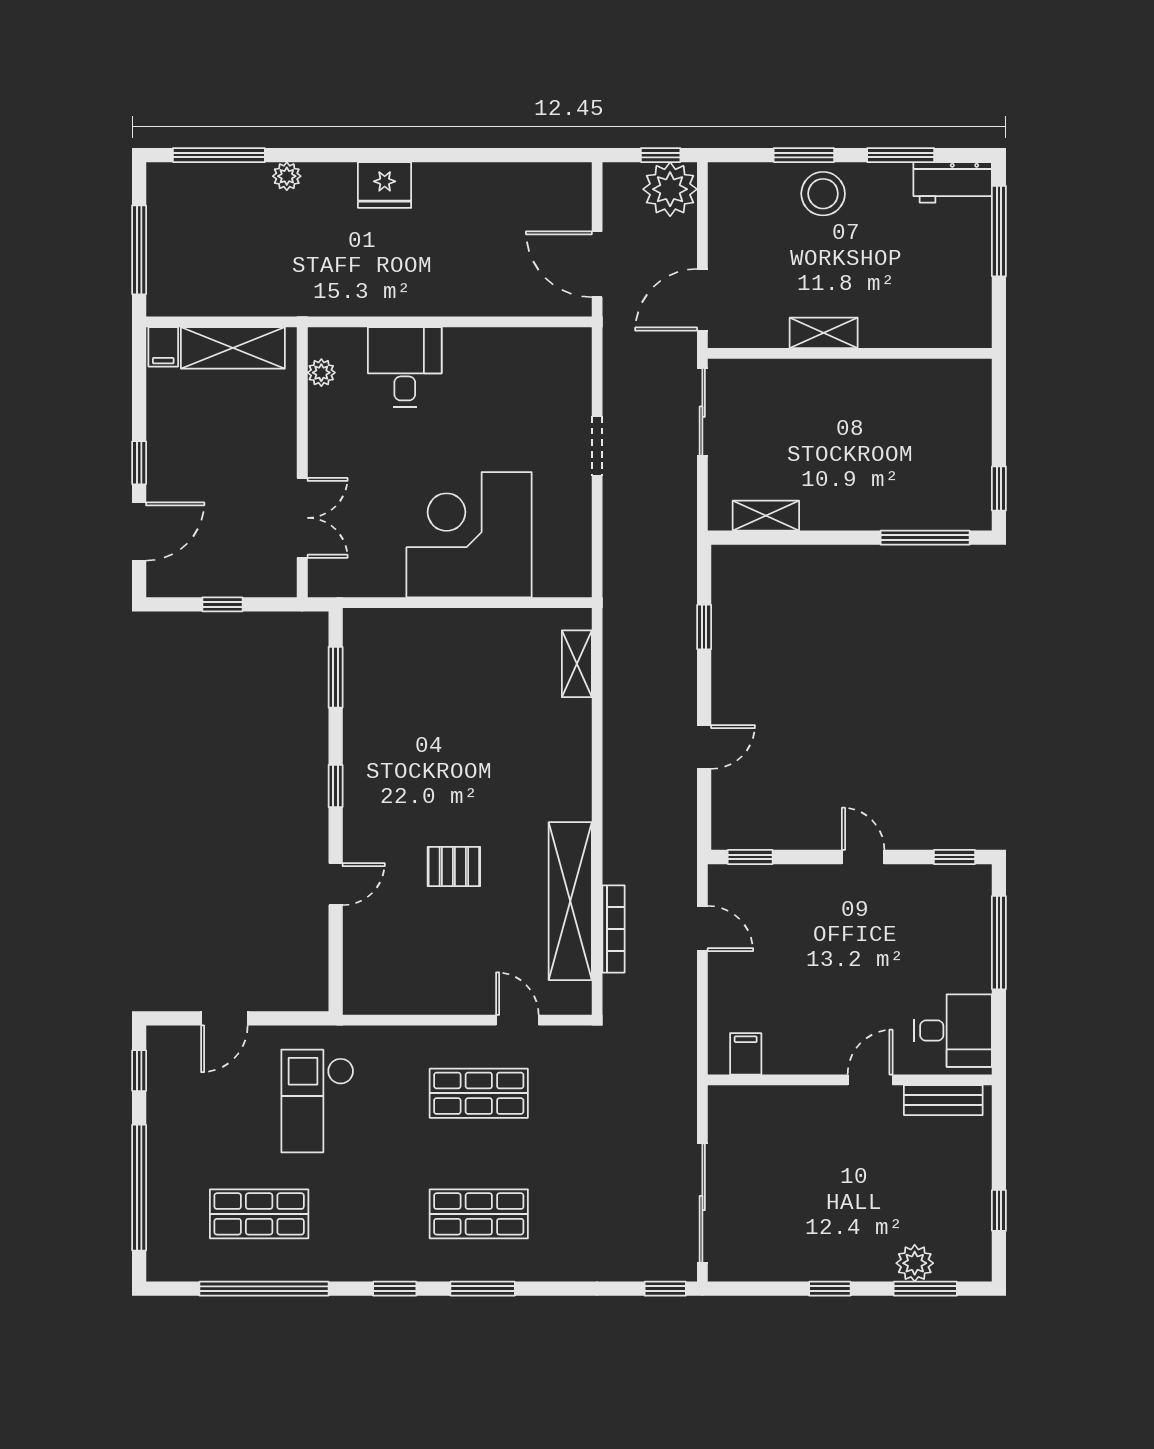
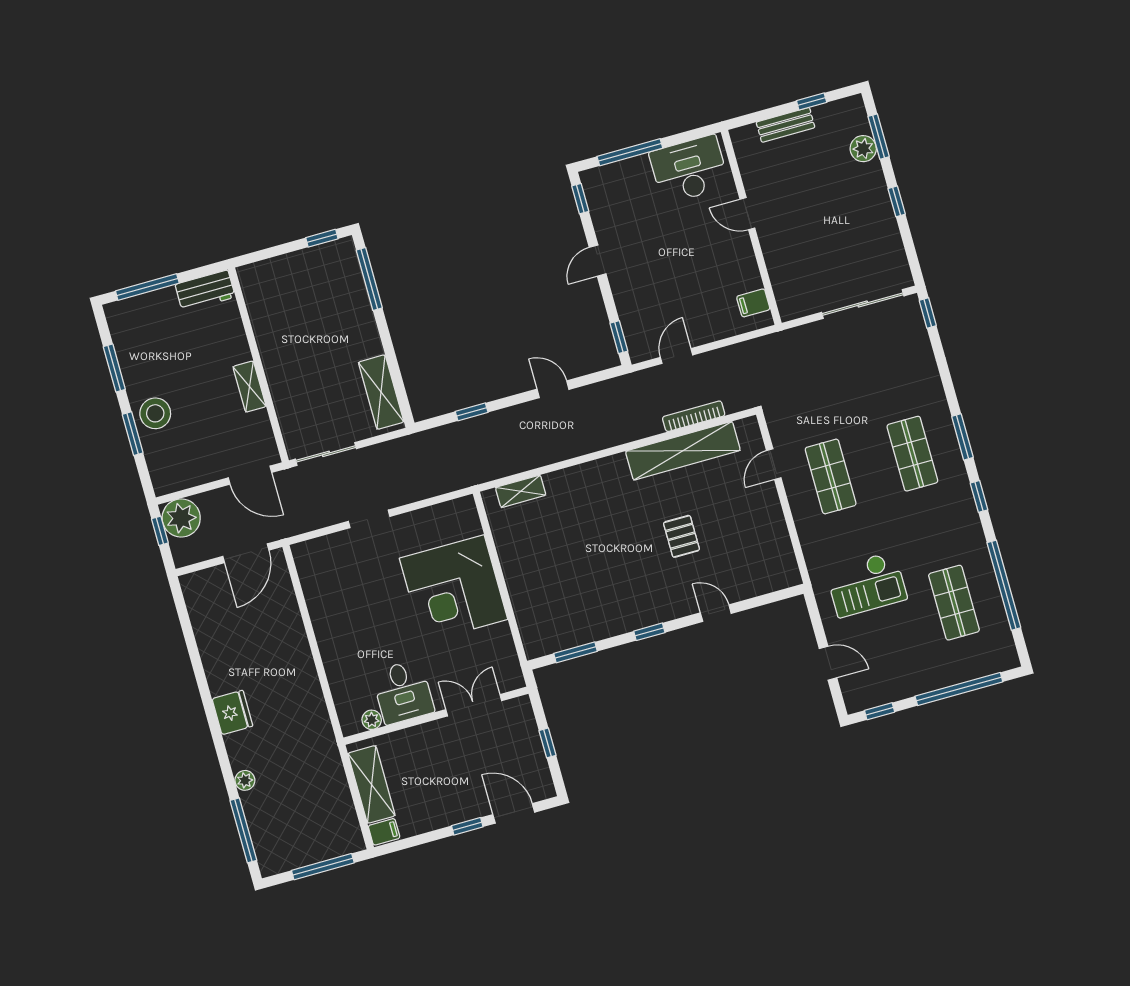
workbench: (953, 182) -> (205, 291), moved, turned 90
desk: (405, 367) -> (403, 692), moved, turned -90
shelving: (766, 516) -> (381, 392), width x1.50, depth x1.33
desk: (953, 1031) -> (689, 169), width x1.37
bench: (943, 1100) -> (786, 125), moved, turned 90

